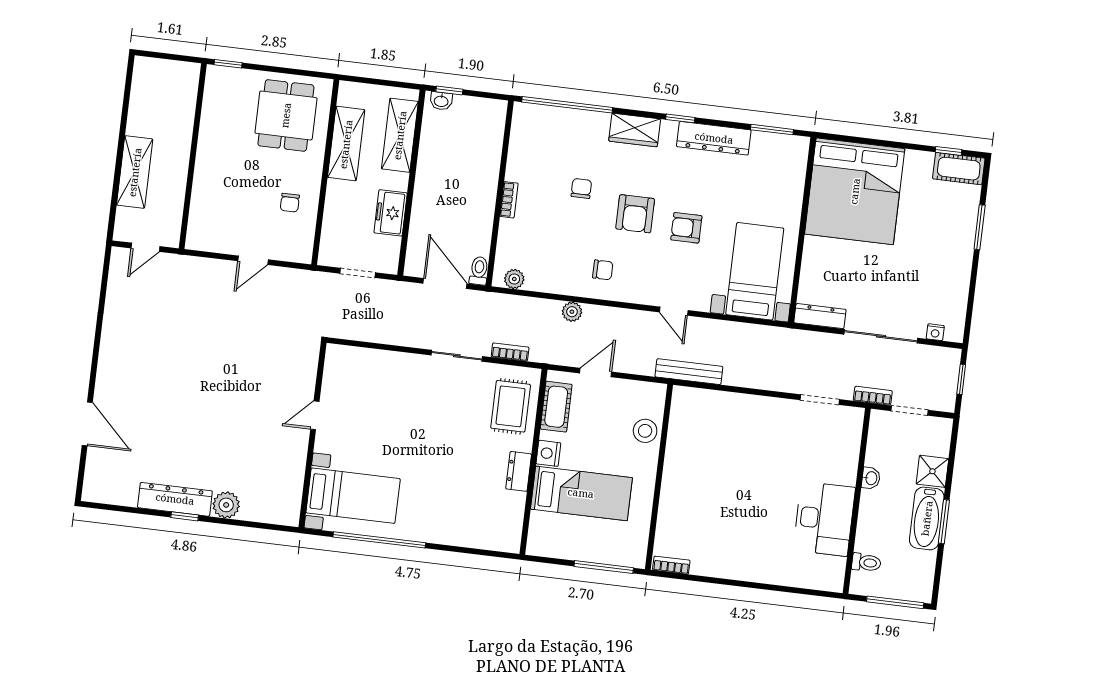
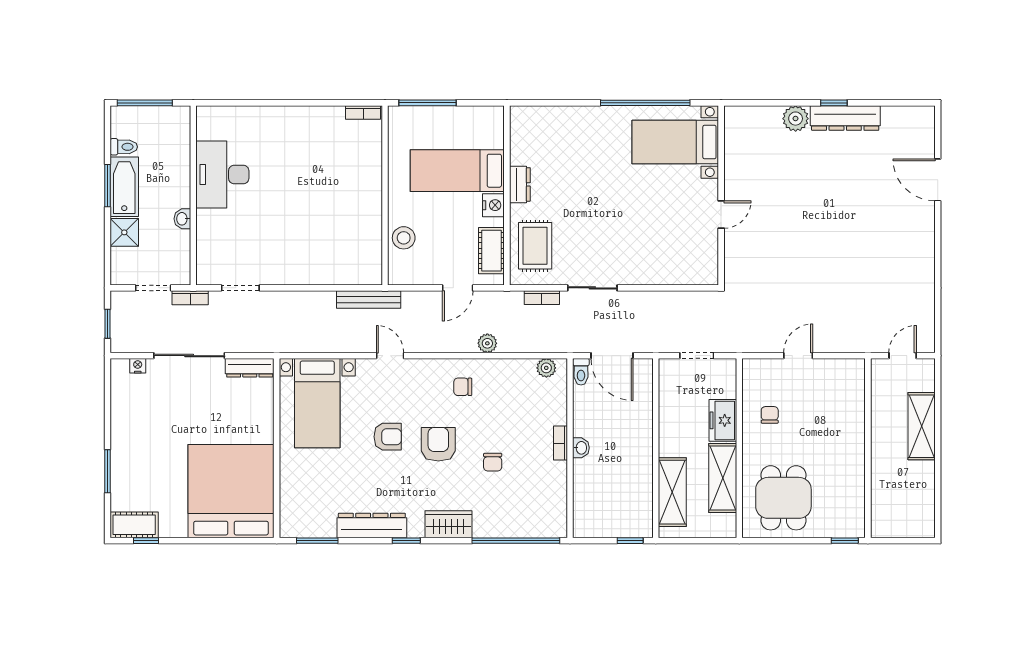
washbasin: (441, 101) -> (581, 448), moved, turned 90
freezer: (391, 213) -> (723, 420), moved, turned 180
toilet: (866, 563) -> (124, 147), moved, turned 180

